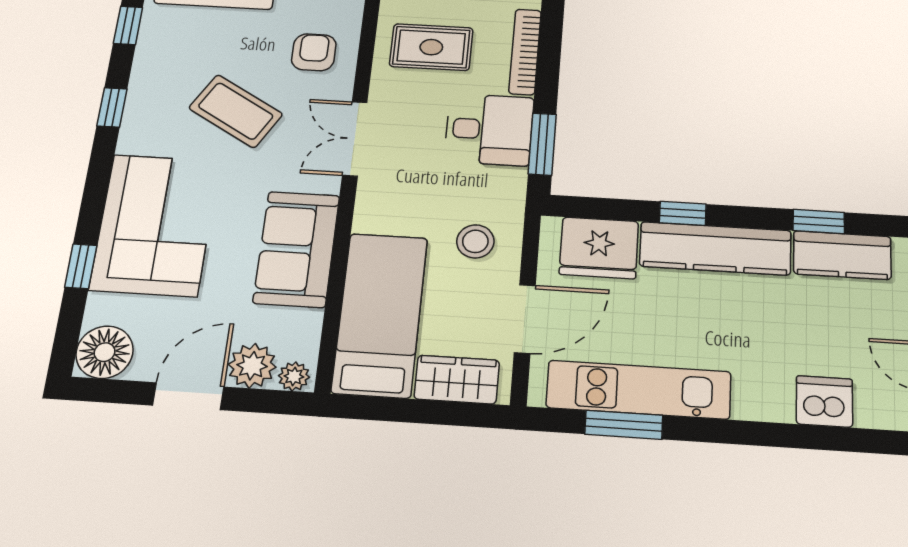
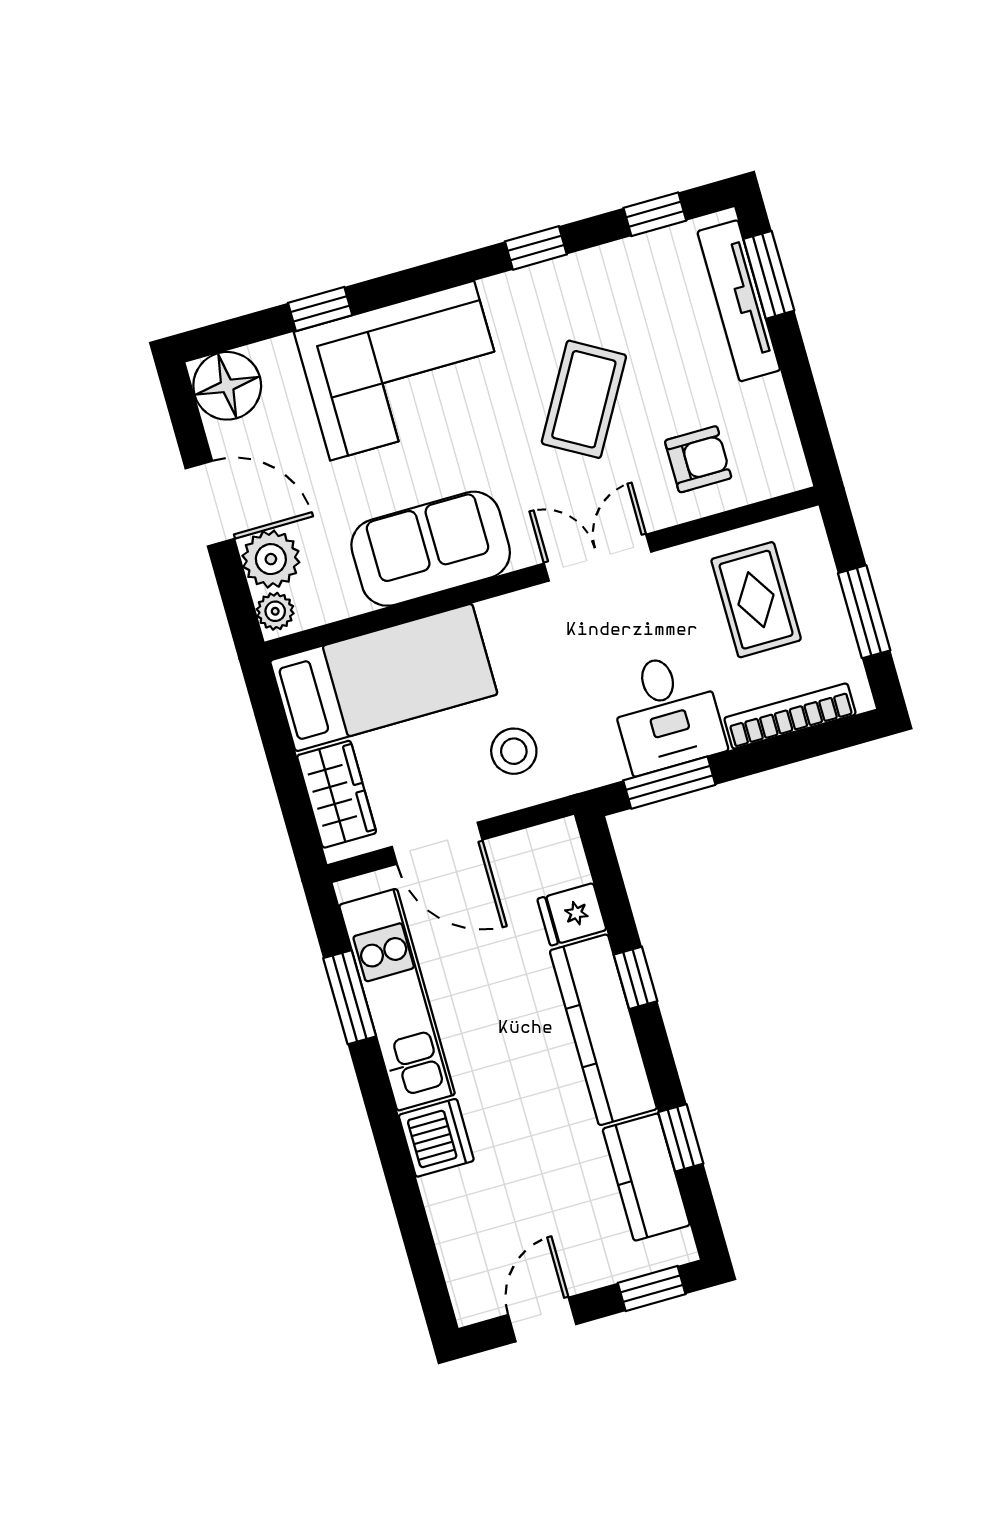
fridge: (599, 248) -> (572, 914), width x0.53, depth x0.75
dishwasher: (824, 401) -> (436, 1138), moved

